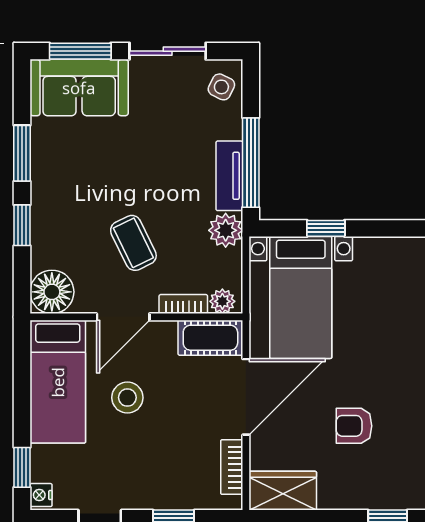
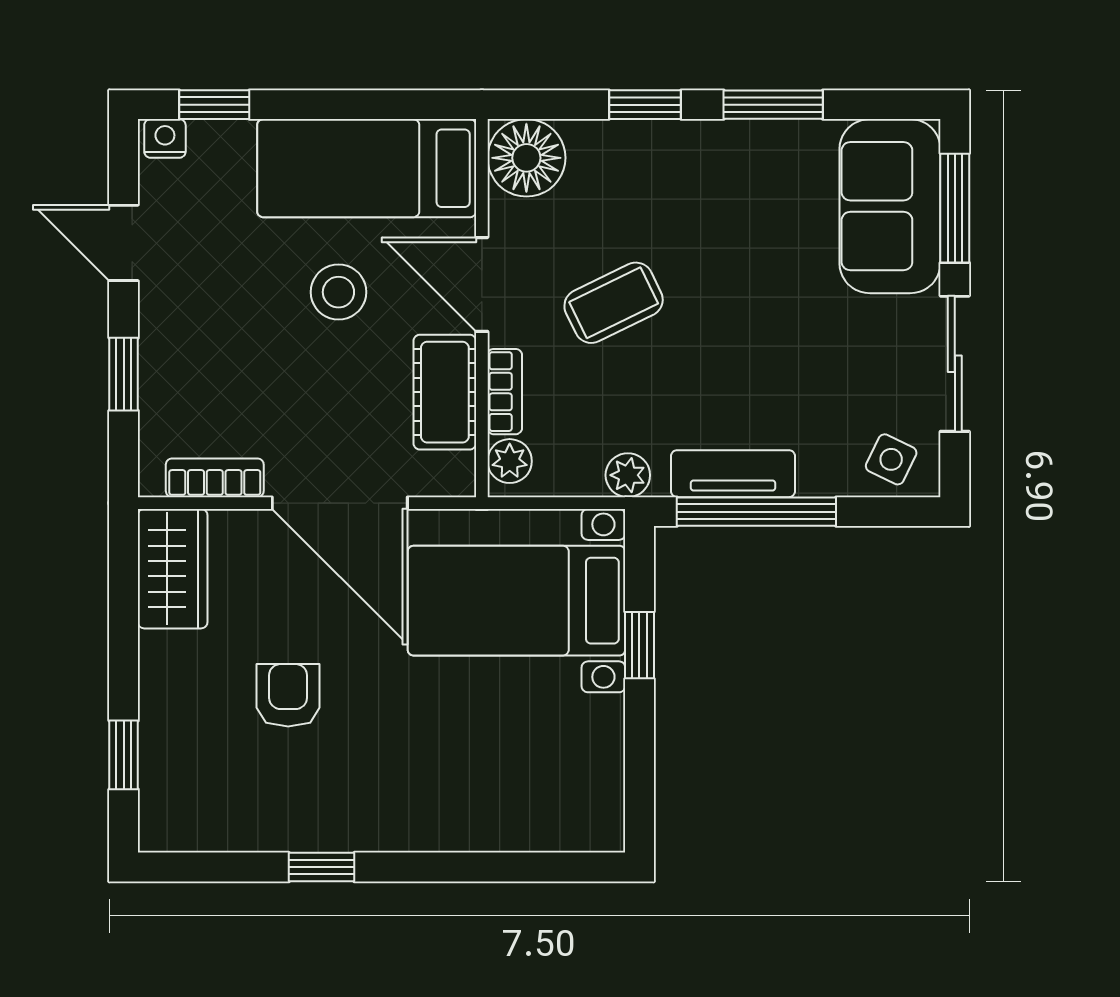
plant: (226, 230) -> (628, 475), width x0.73, depth x0.73
cot: (210, 338) -> (445, 392), moved

